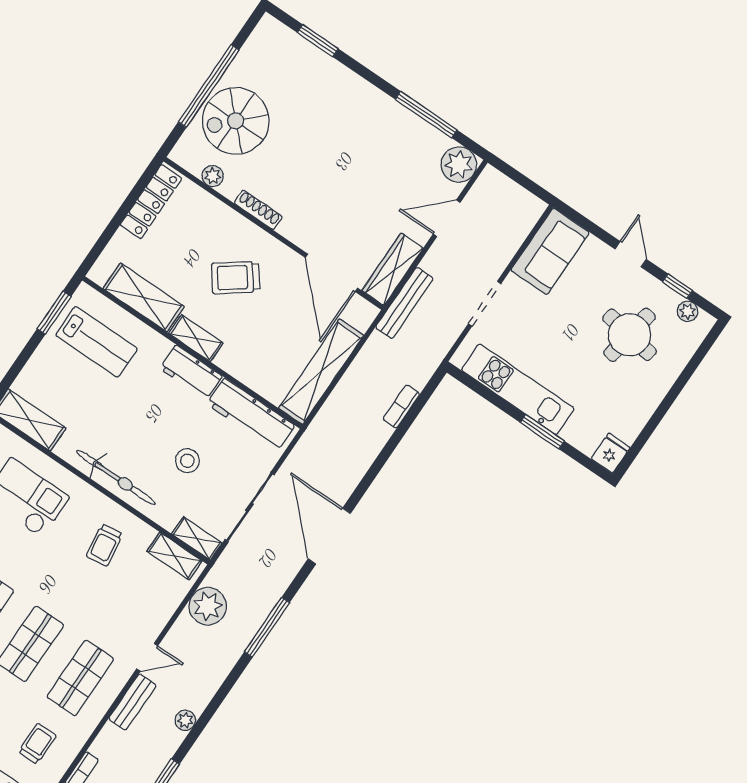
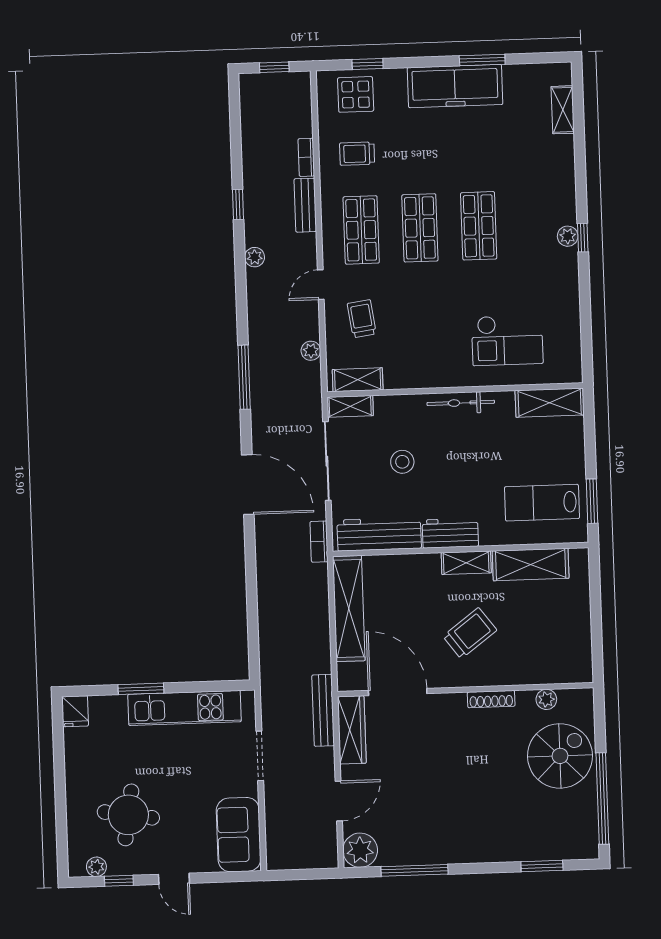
window: (209, 86) -> (602, 799), moved
locker: (151, 202) -> (580, 644), removed
bookcase: (401, 407) -> (319, 542), moved, turned 180
bicycle: (116, 478) -> (461, 403), width x0.73, depth x0.71
trolley: (104, 545) -> (362, 319), moved
plant: (208, 606) -> (311, 351), width x0.53, depth x0.53
bench: (132, 702) -> (305, 205), moved
trolley: (37, 744) -> (357, 154), turned 90

